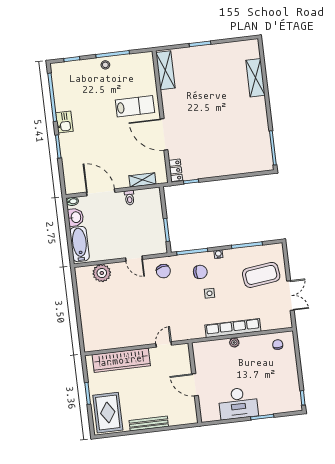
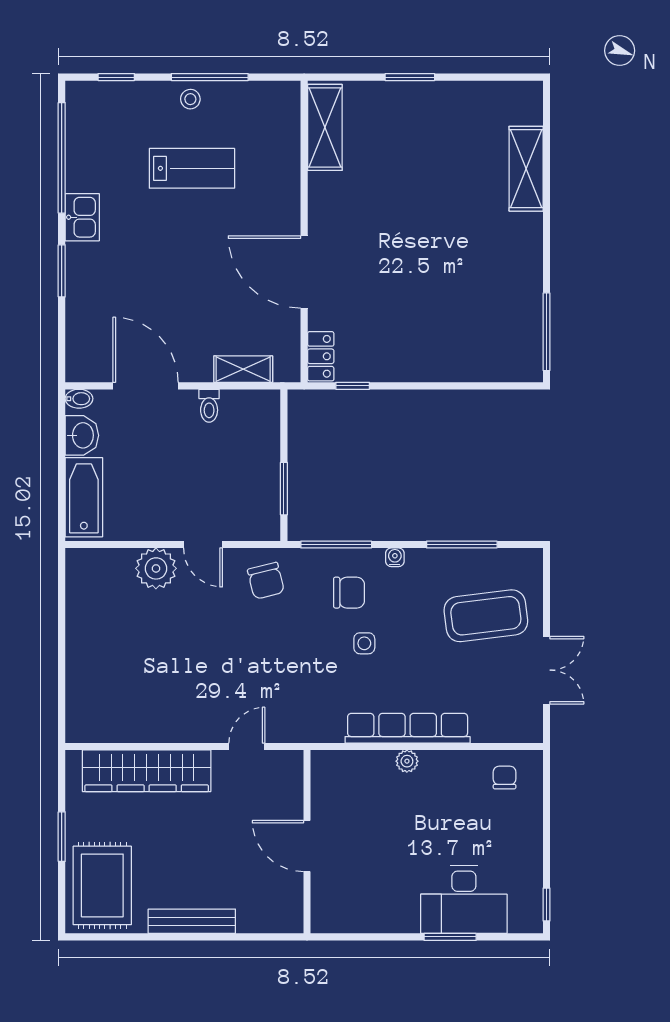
lab bench: (135, 106) -> (192, 168), moved
plant: (102, 273) -> (156, 568), moved
desk: (238, 403) -> (464, 900), moved

